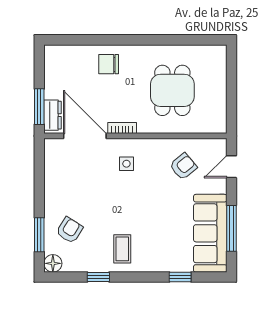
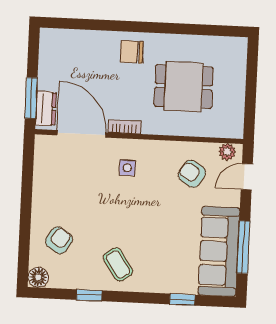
chair: (109, 64) -> (132, 52), moved
dining table: (172, 90) -> (184, 87), turned 90
plant: (213, 146) -> (227, 152), added
armchair: (183, 166) -> (192, 174), turned -107
window: (39, 235) -> (24, 244), removed
coffee table: (122, 249) -> (118, 264), turned -34

